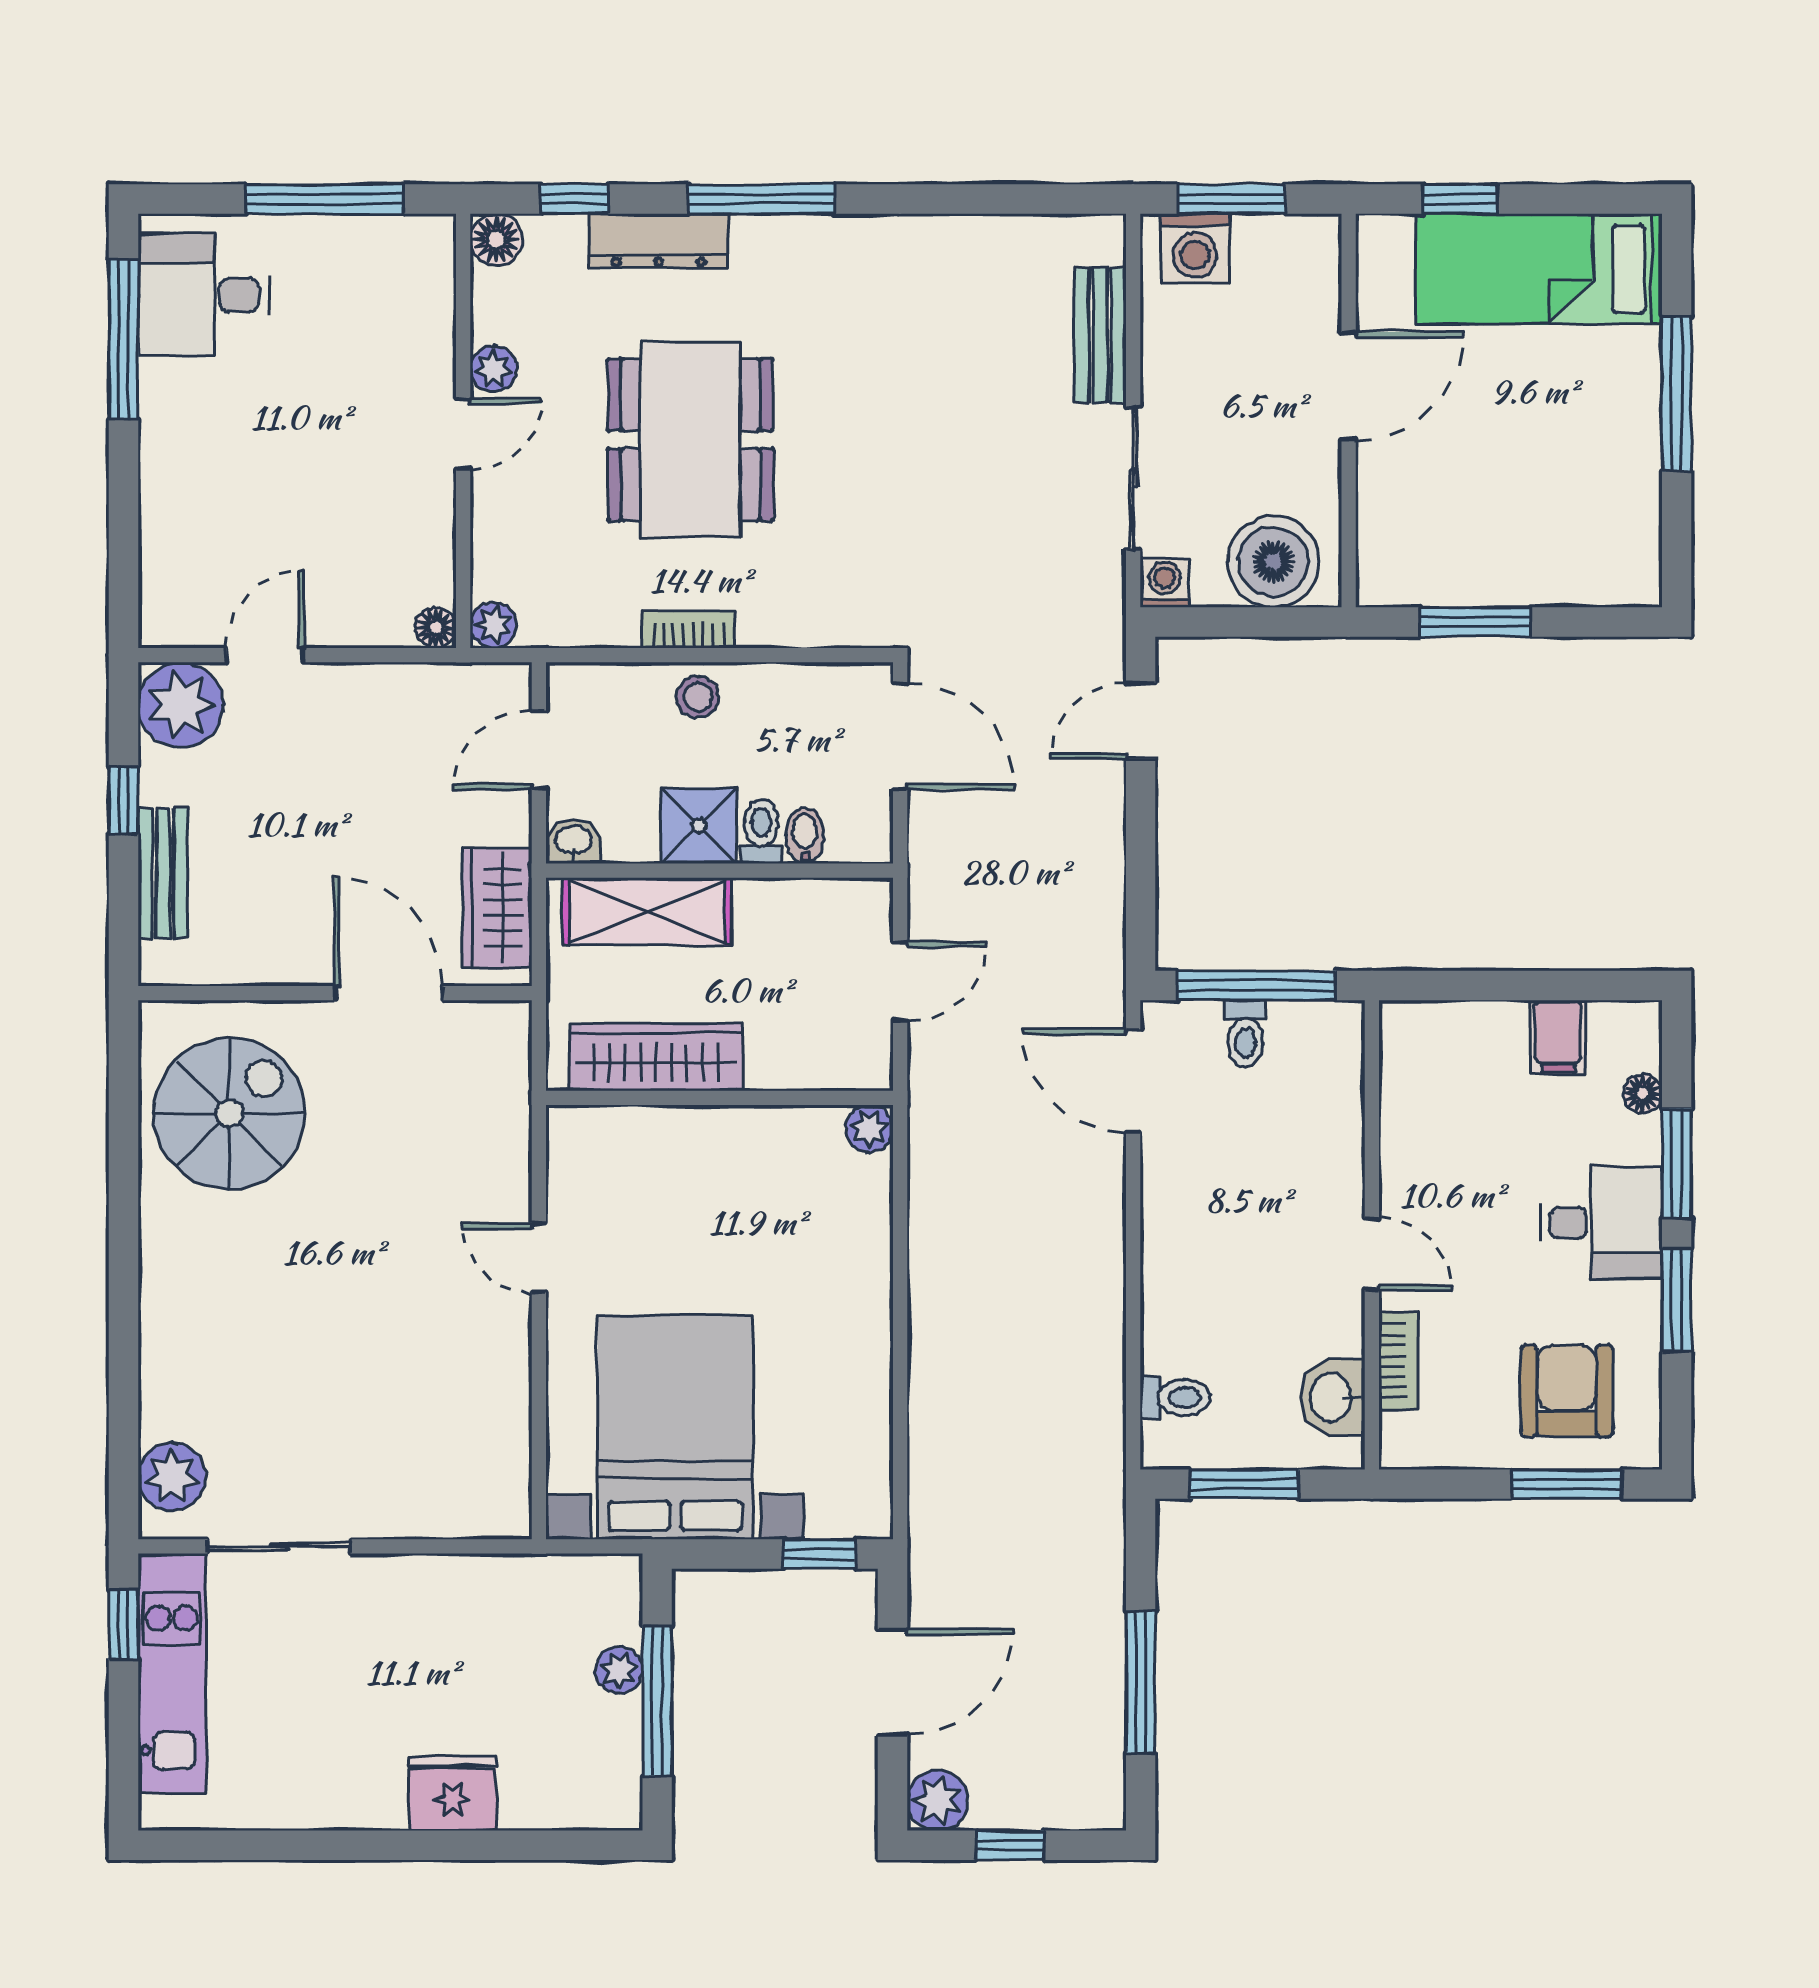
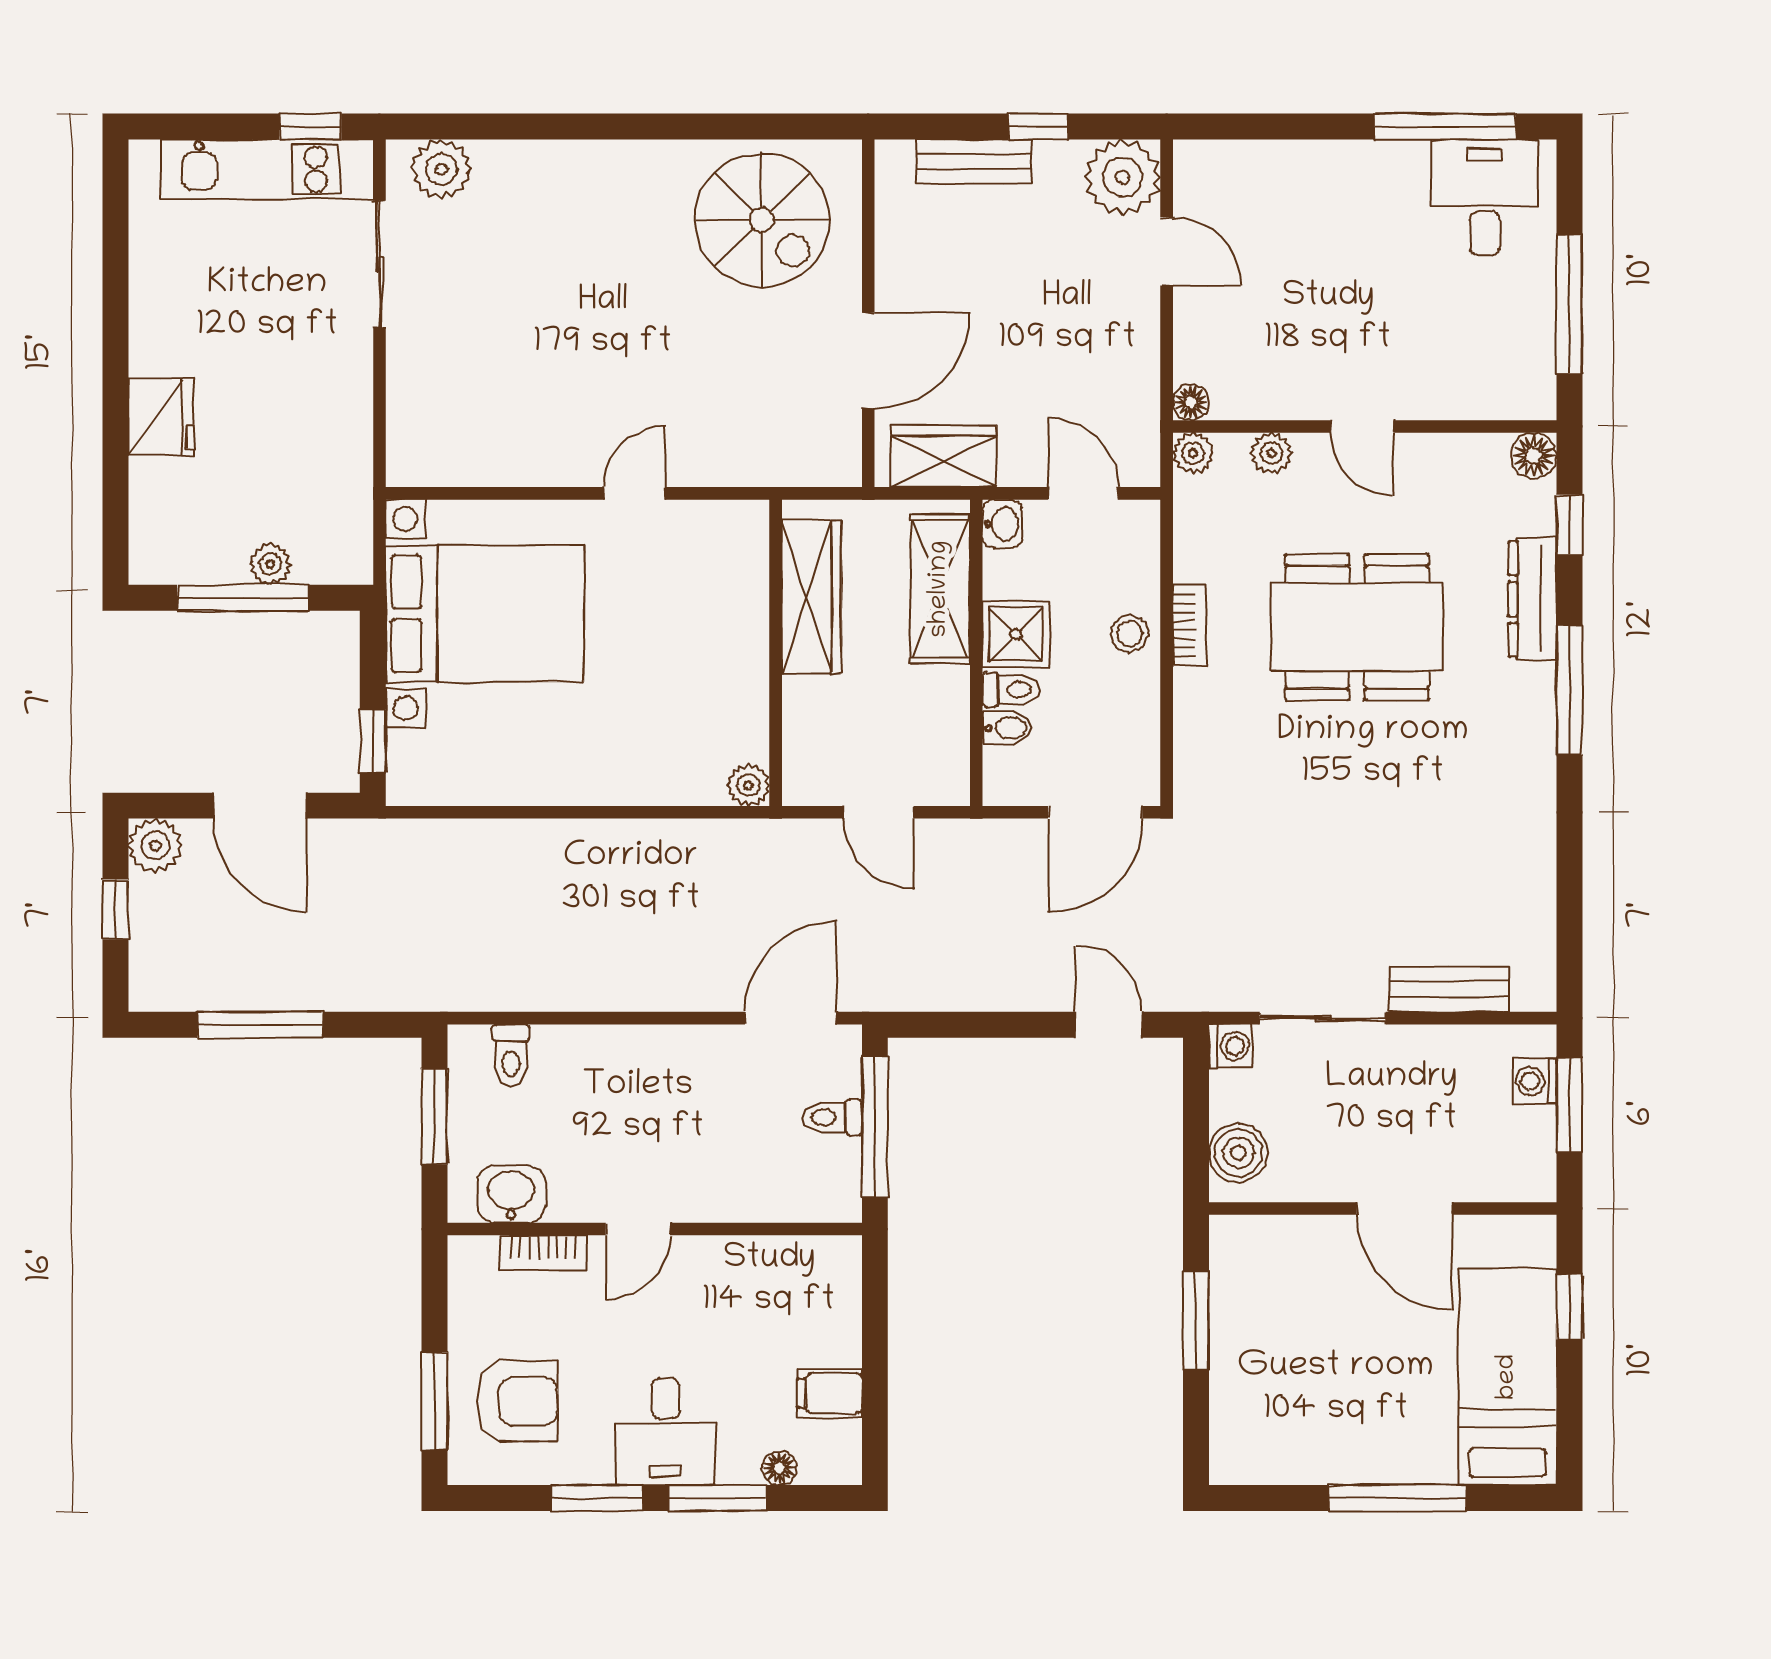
washing machine: (1195, 248) -> (1534, 1081), width x0.73, depth x0.73
plant: (493, 369) -> (1271, 453), moved
boiler: (1273, 562) -> (1238, 1153), width x0.73, depth x0.73

